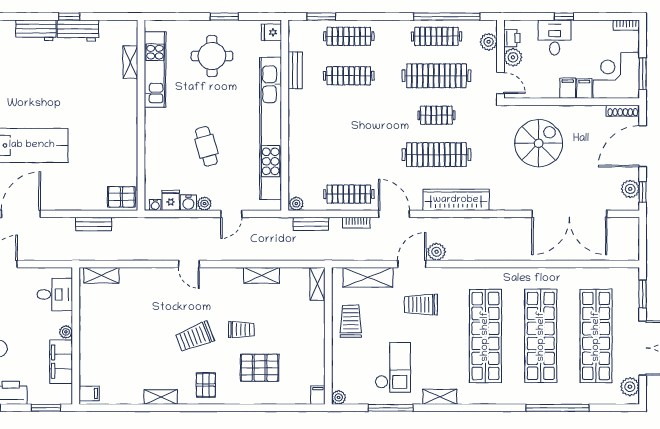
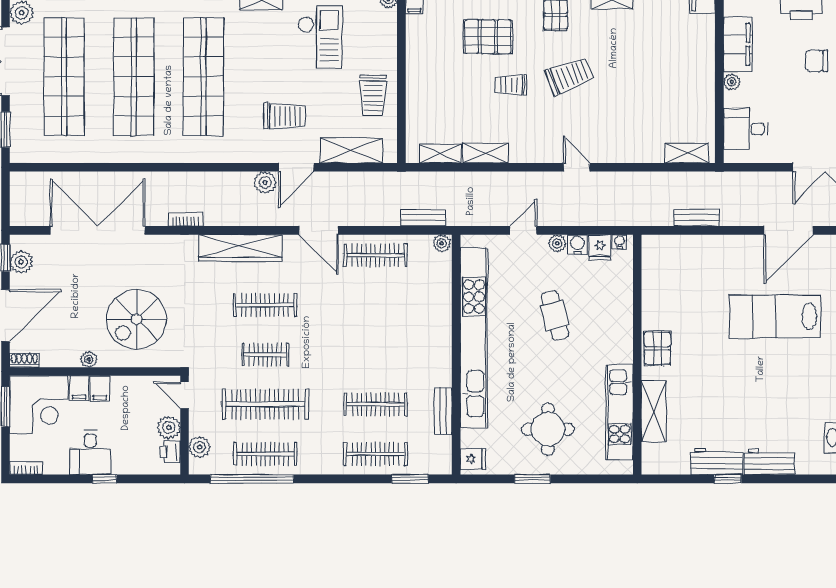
desk: (555, 37) -> (90, 453), moved
shelving: (130, 62) -> (654, 411), width x1.50, depth x1.33
shoe rack: (623, 111) -> (24, 360), width x0.70
plant: (577, 112) -> (89, 359), added
clothes rail: (436, 155) -> (265, 305), width x0.73, depth x0.76
pallet: (121, 197) -> (657, 348), moved, turned 90
bookcase: (356, 223) -> (186, 219), moved
shelving: (317, 284) -> (440, 154), moved, turned 90
checkout: (393, 367) -> (320, 37), turned 180

